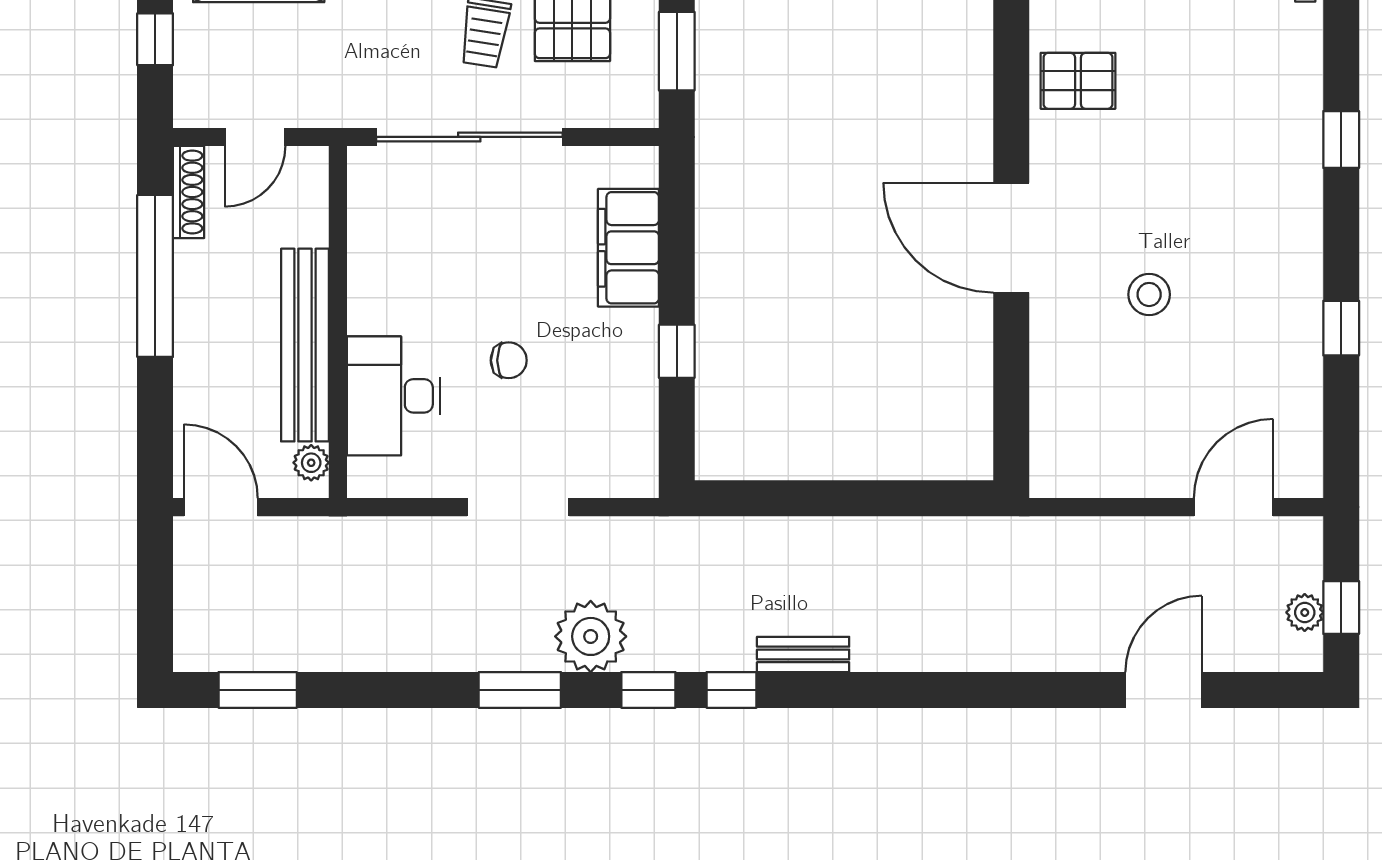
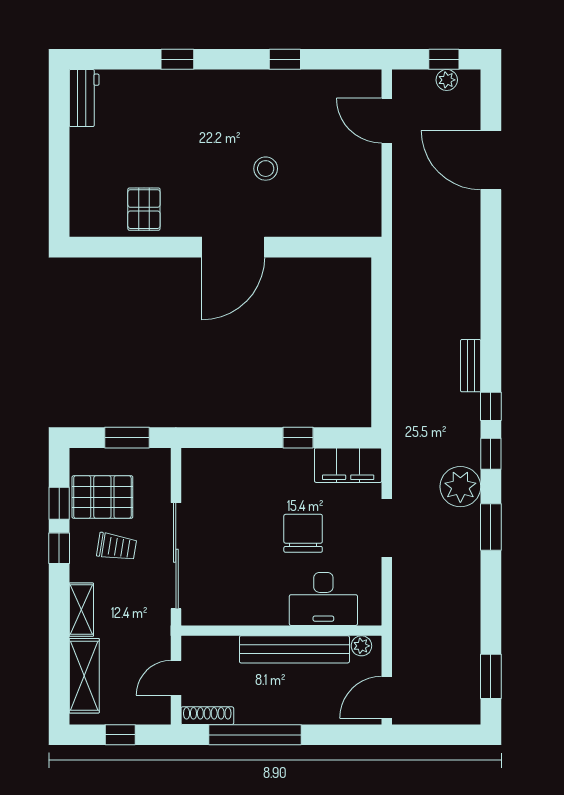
door: (255, 137) -> (176, 678), swing flipped
filing cabinet: (628, 248) -> (348, 465), moved
chair: (509, 360) -> (303, 533), width x1.87, depth x1.87
door: (1164, 690) -> (491, 160), width x1.36

